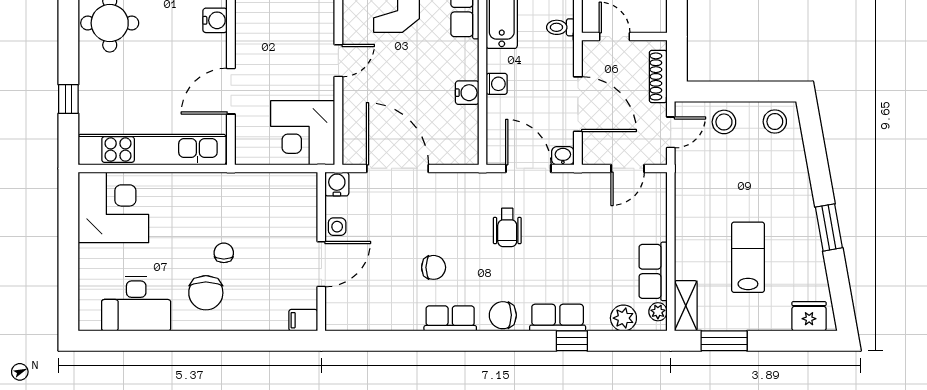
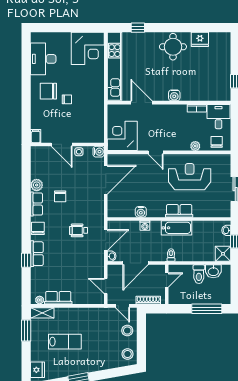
plant: (623, 318) -> (37, 185), moved

